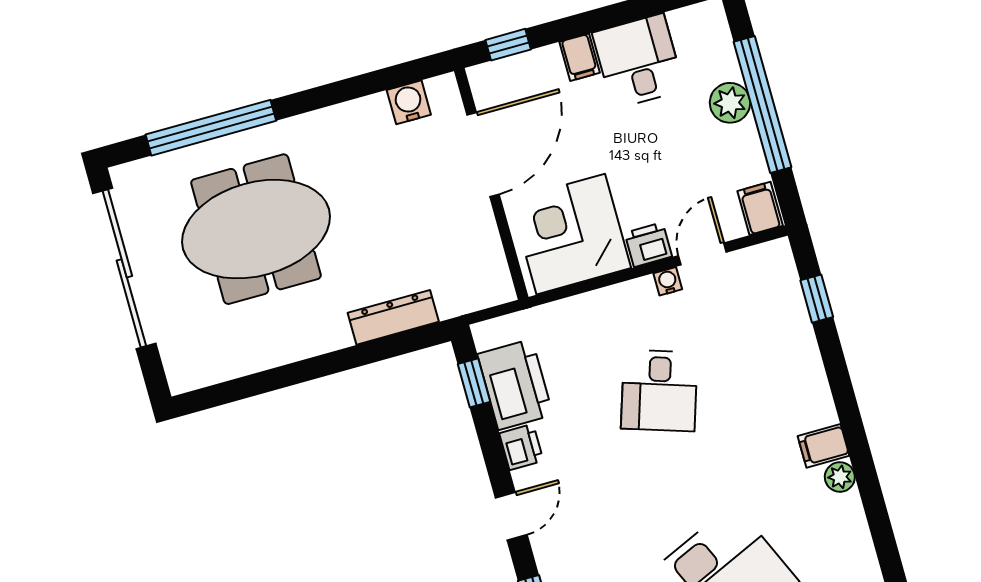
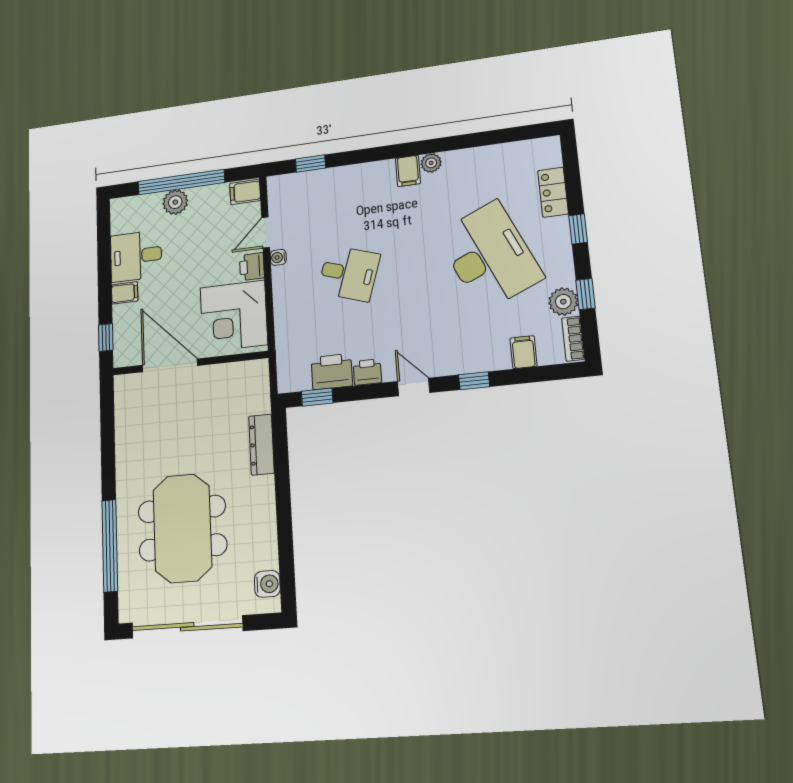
water cooler: (409, 102) -> (267, 584), moved, turned 180
door: (702, 254) -> (266, 233), hinge flipped
printer: (515, 384) -> (332, 372), width x0.73, depth x0.84

